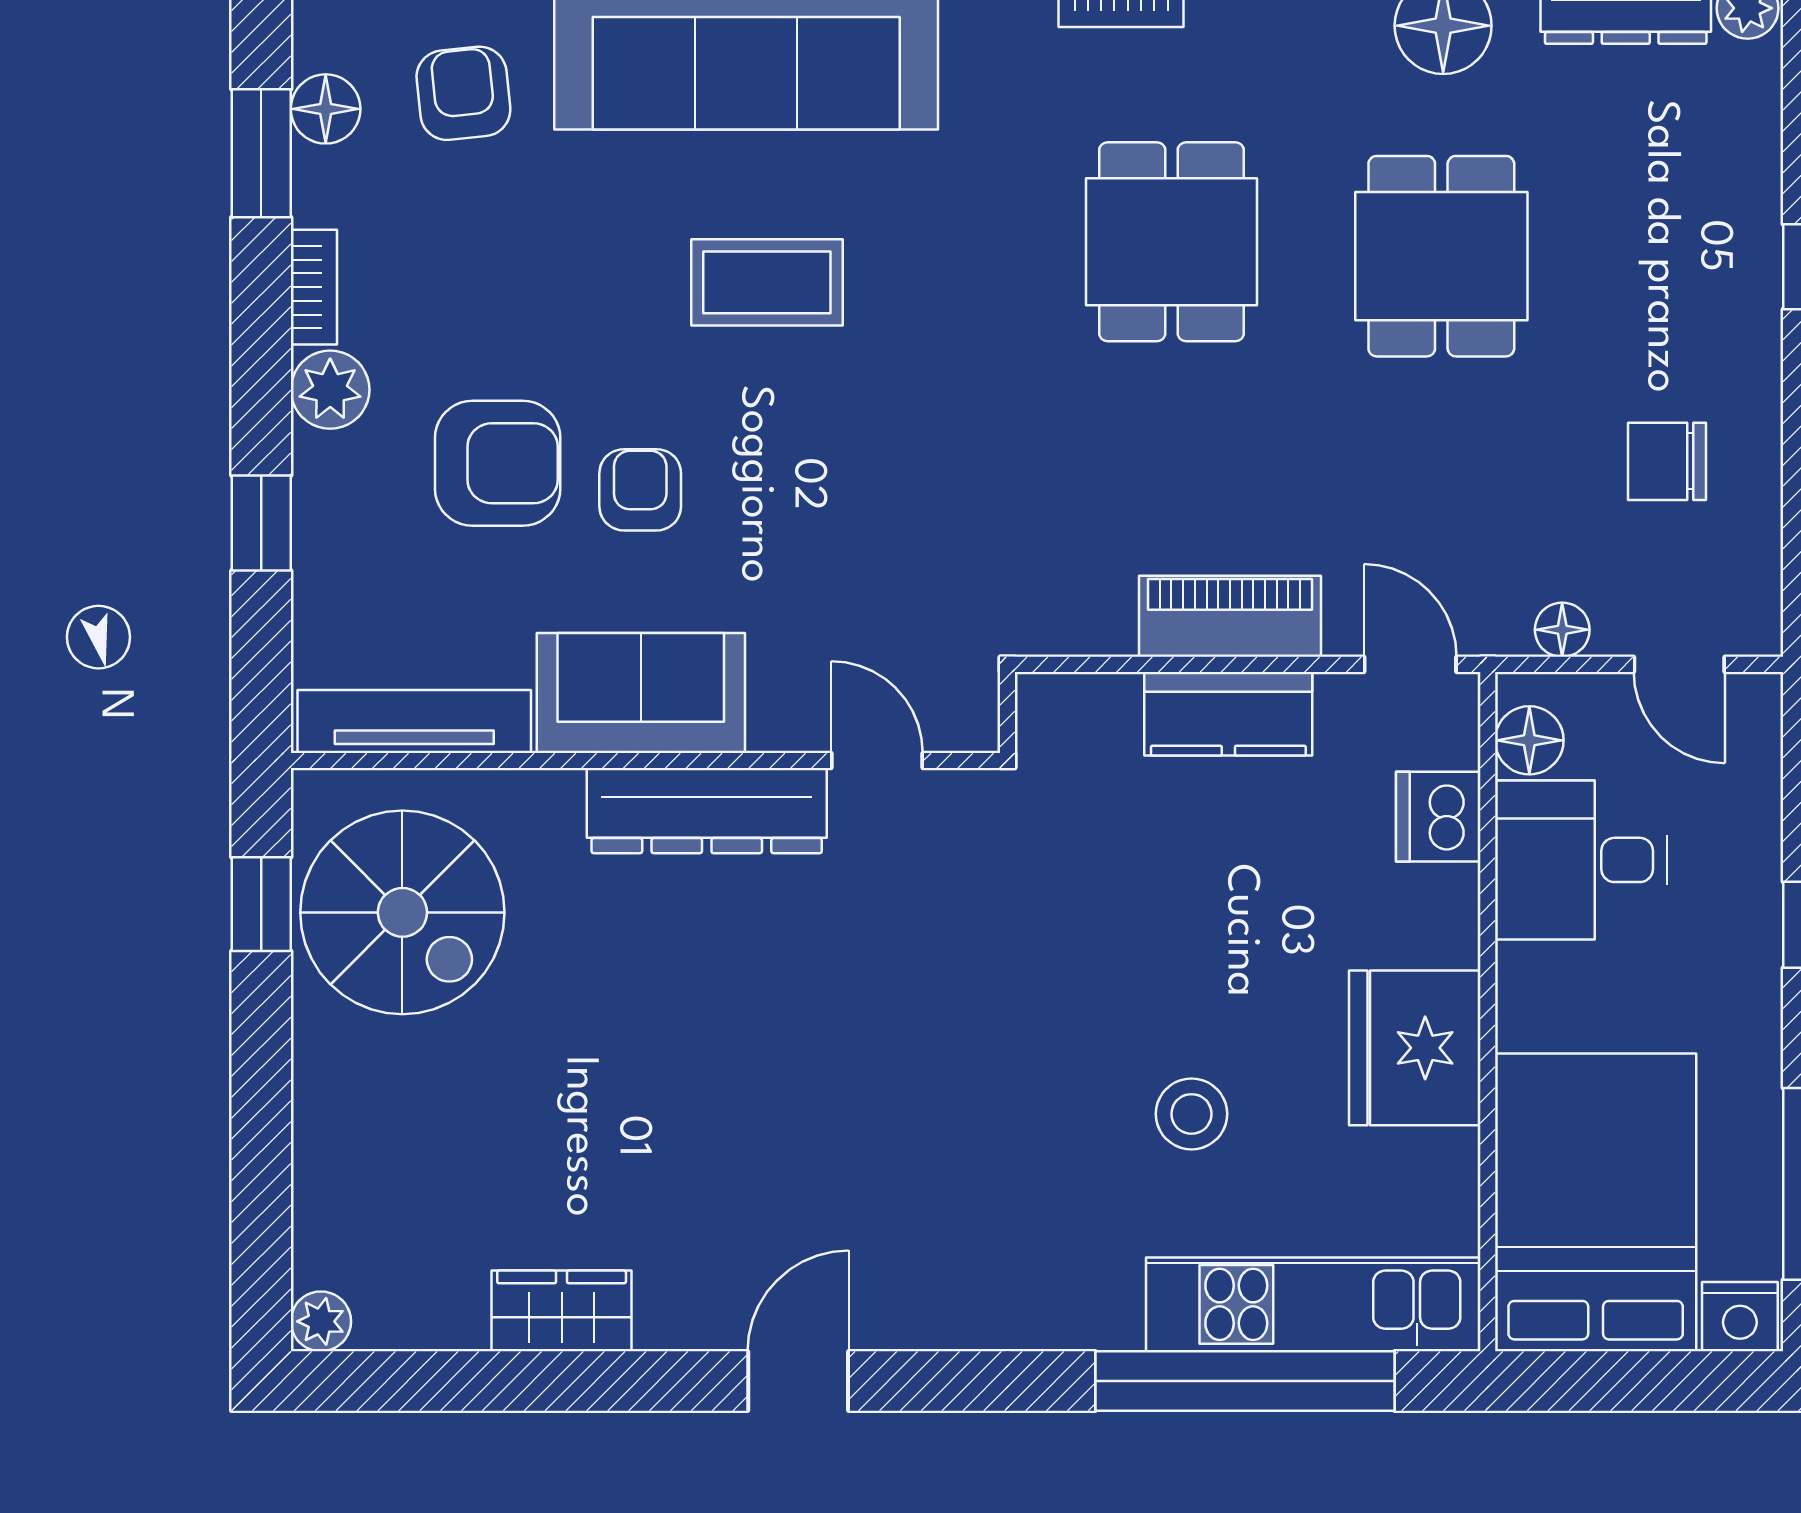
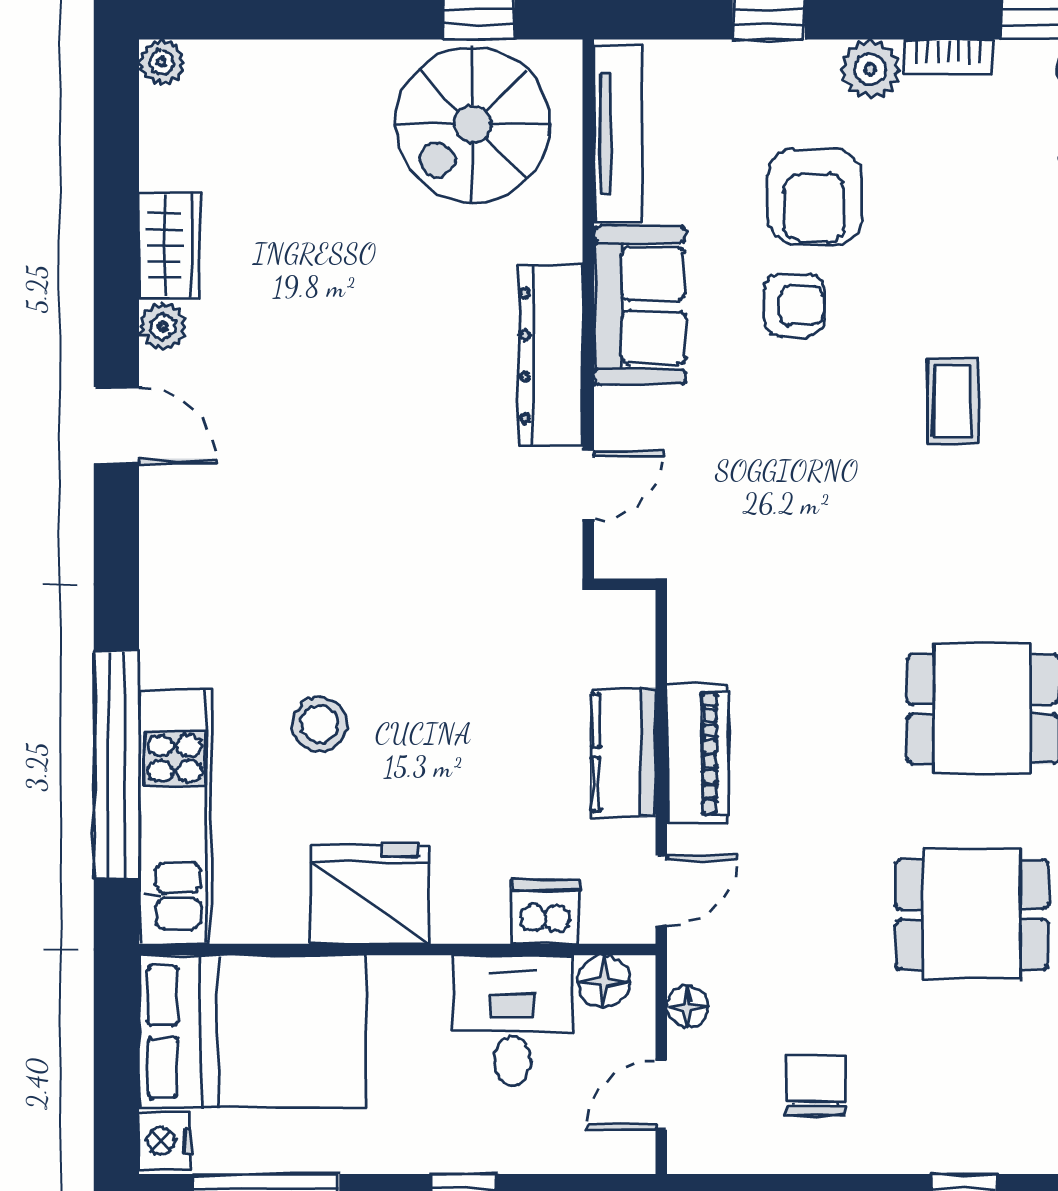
coffee table: (767, 282) -> (952, 401), width x0.73, depth x0.77
plant: (669, 1320) -> (163, 327), added

